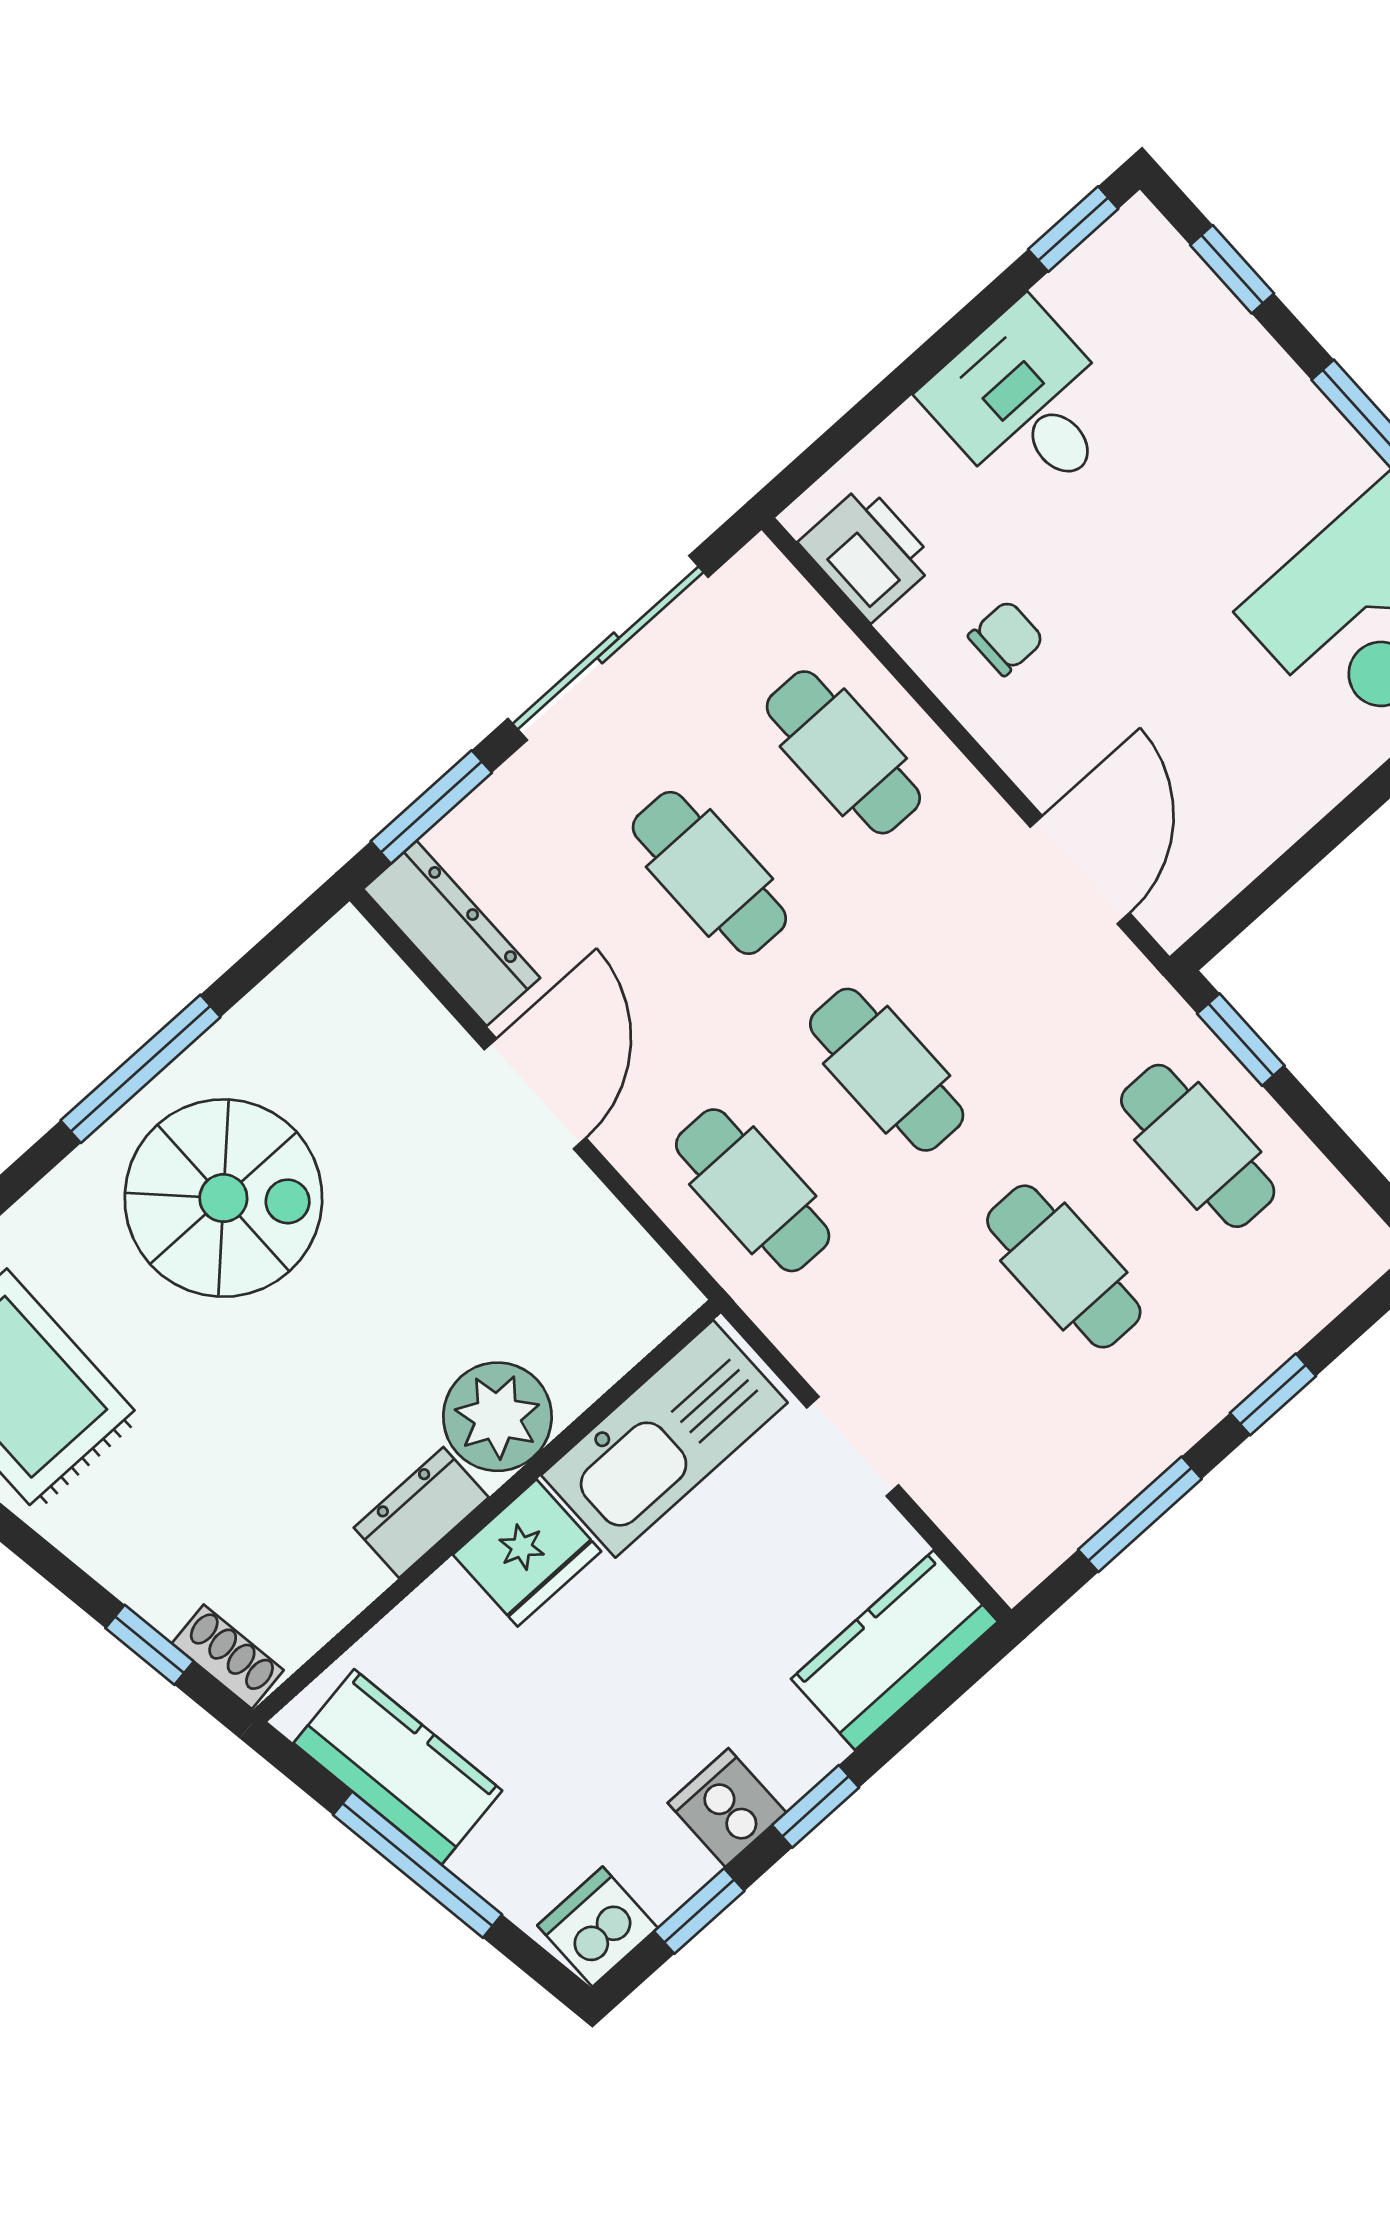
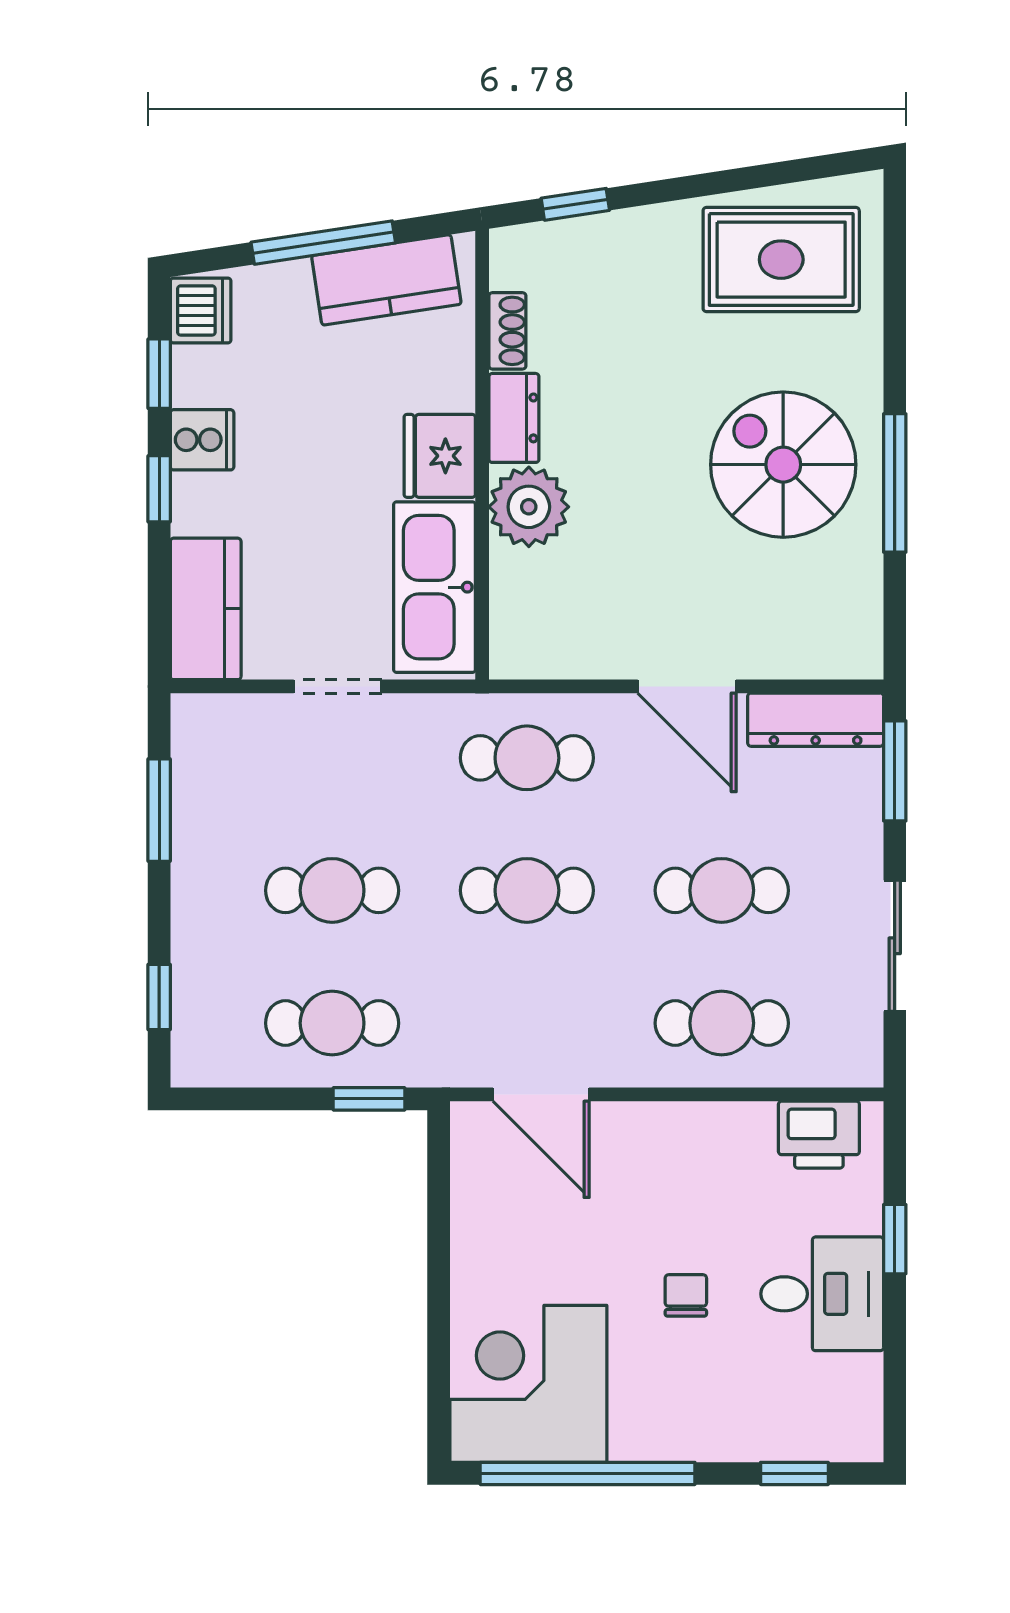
window: (1073, 229) -> (895, 1239), moved
chair: (1006, 638) -> (686, 1295), moved, turned 180
sliding door: (608, 648) -> (895, 946), width x0.73
spiral stairs: (223, 1198) -> (783, 465), turned 90
window: (1273, 1394) -> (159, 997), moved
shoe rack: (228, 1657) -> (507, 331), moved, turned -81

